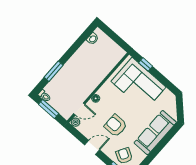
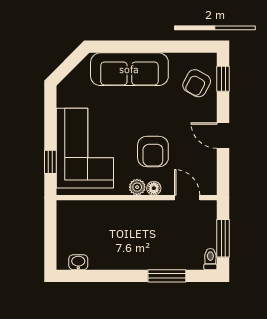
plant: (76, 122) -> (137, 187), moved
armchair: (116, 126) -> (153, 151), moved

